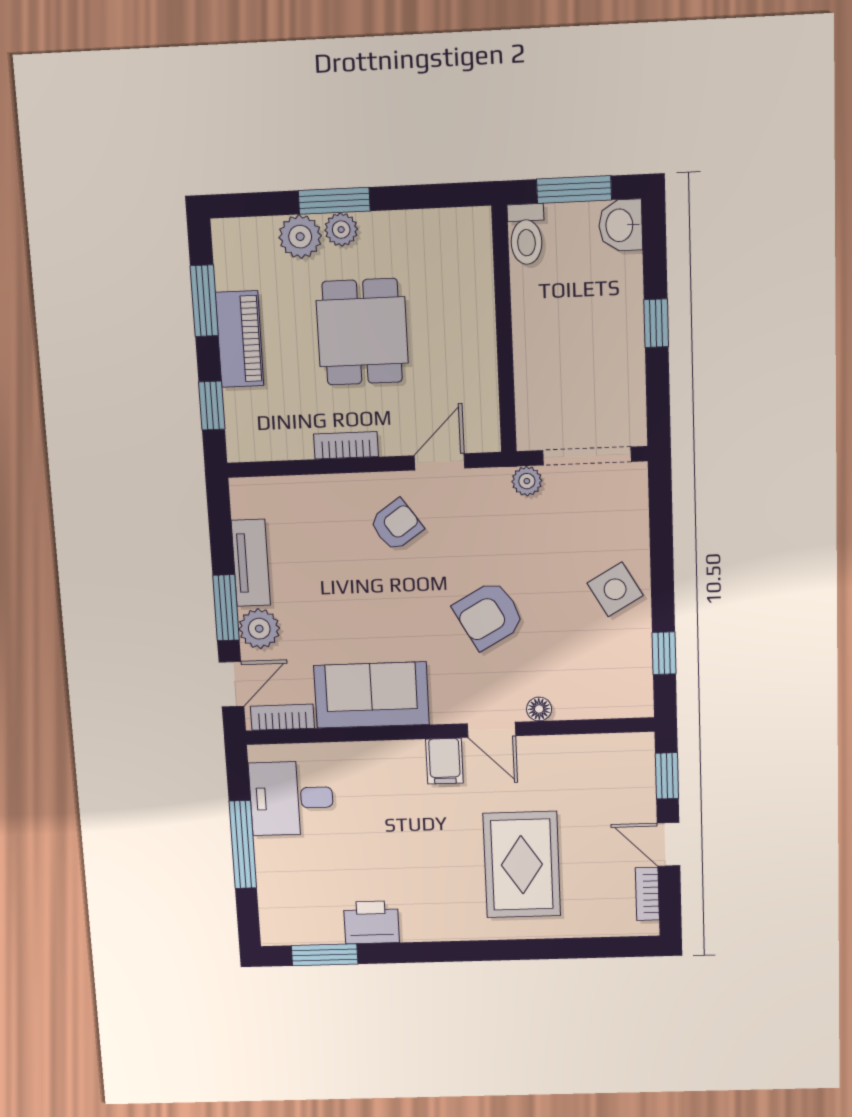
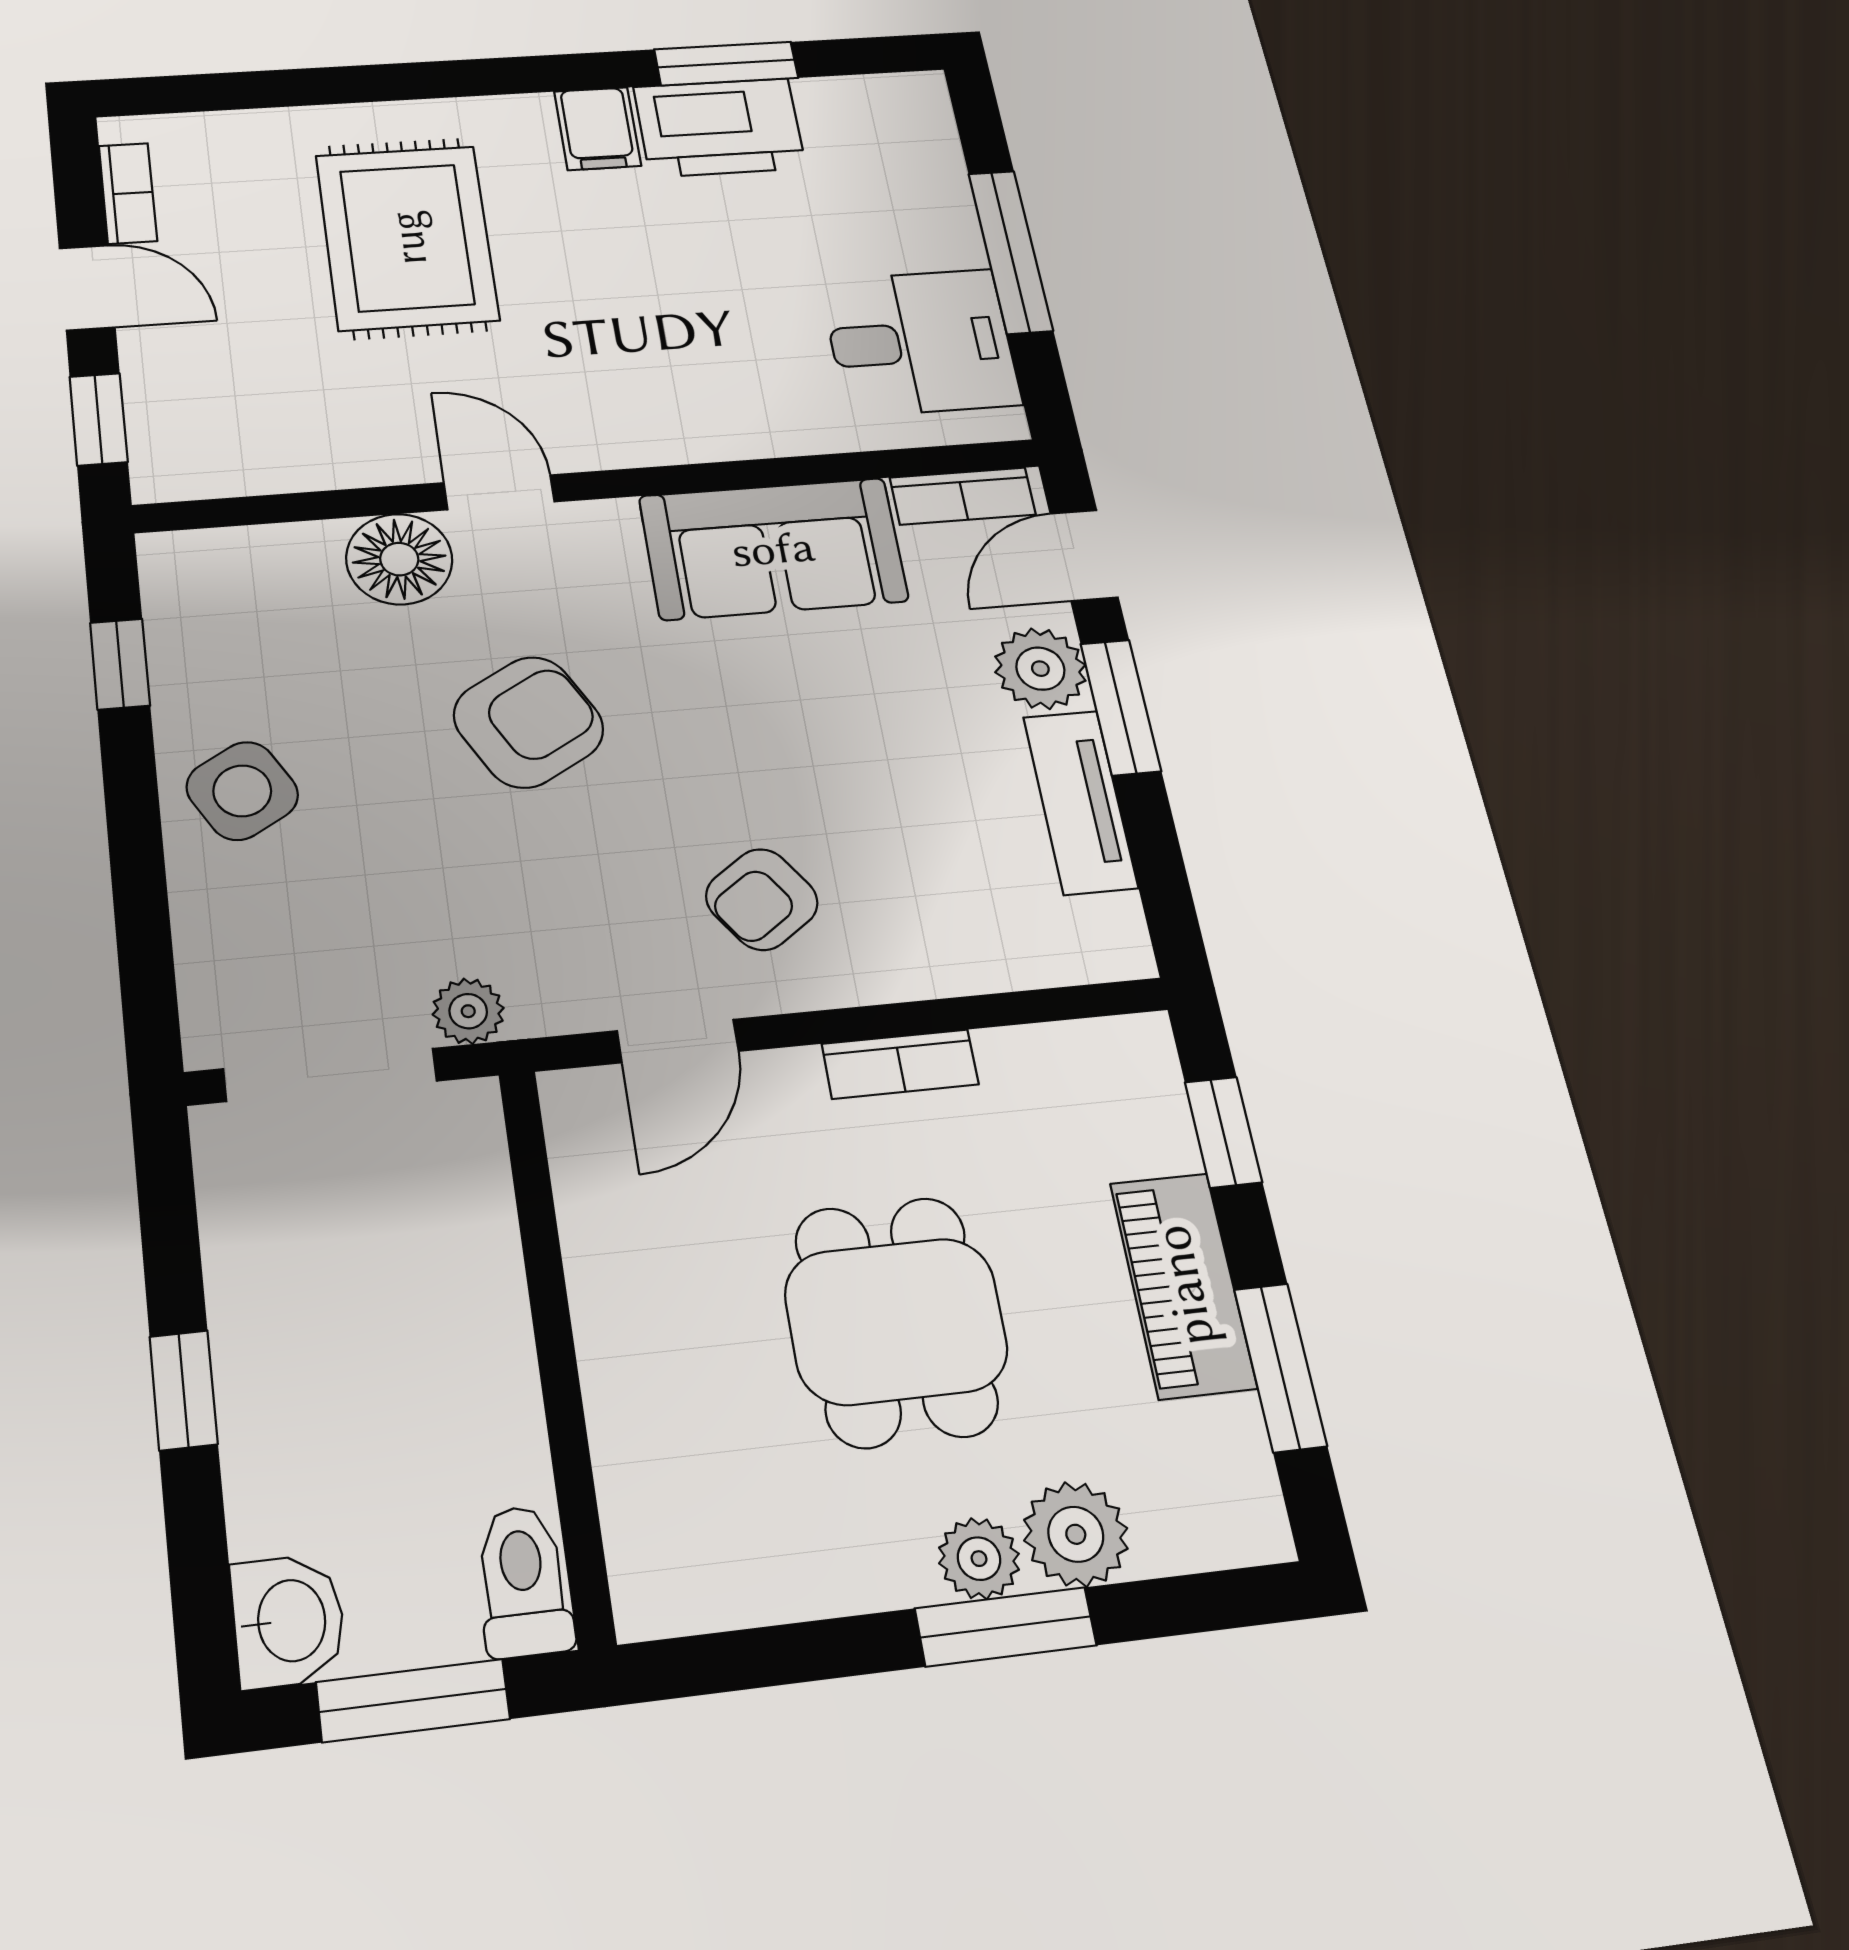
floor lamp: (539, 709) -> (399, 559), width x1.89, depth x1.89
filing cabinet: (444, 761) -> (598, 129), moved, turned 180
printer: (371, 922) -> (720, 128), width x1.37, depth x1.19
window: (325, 955) -> (726, 64), moved

